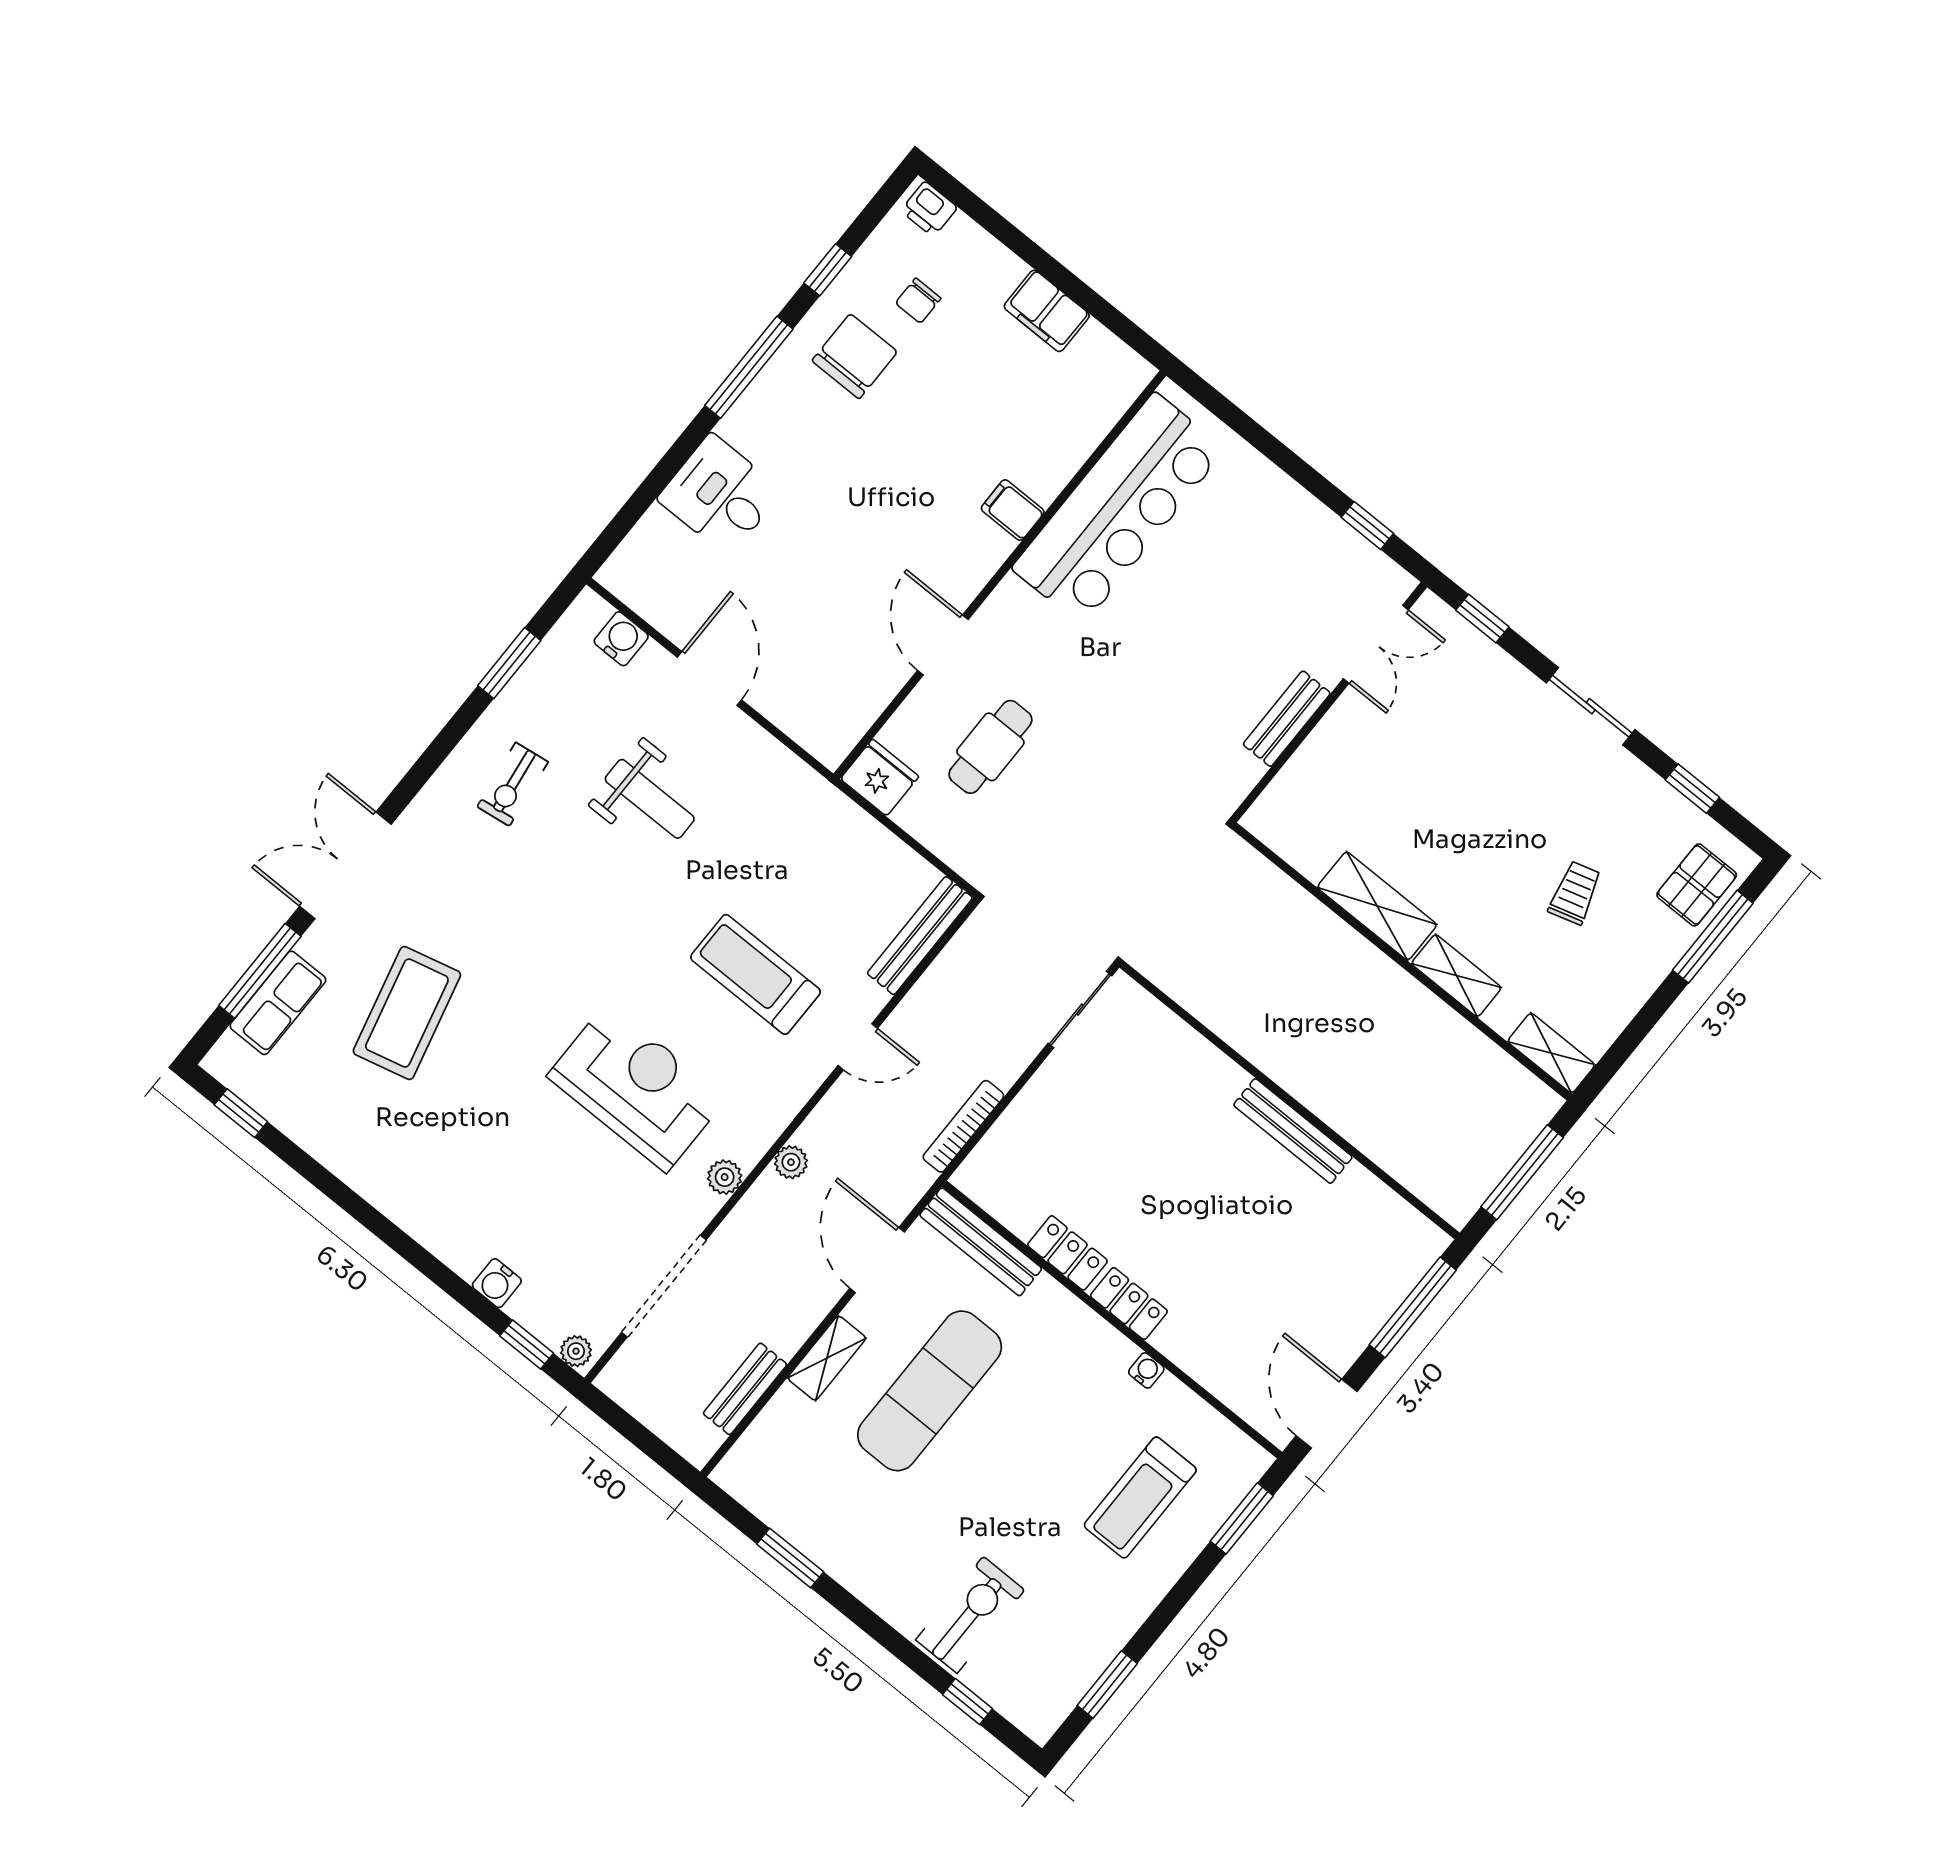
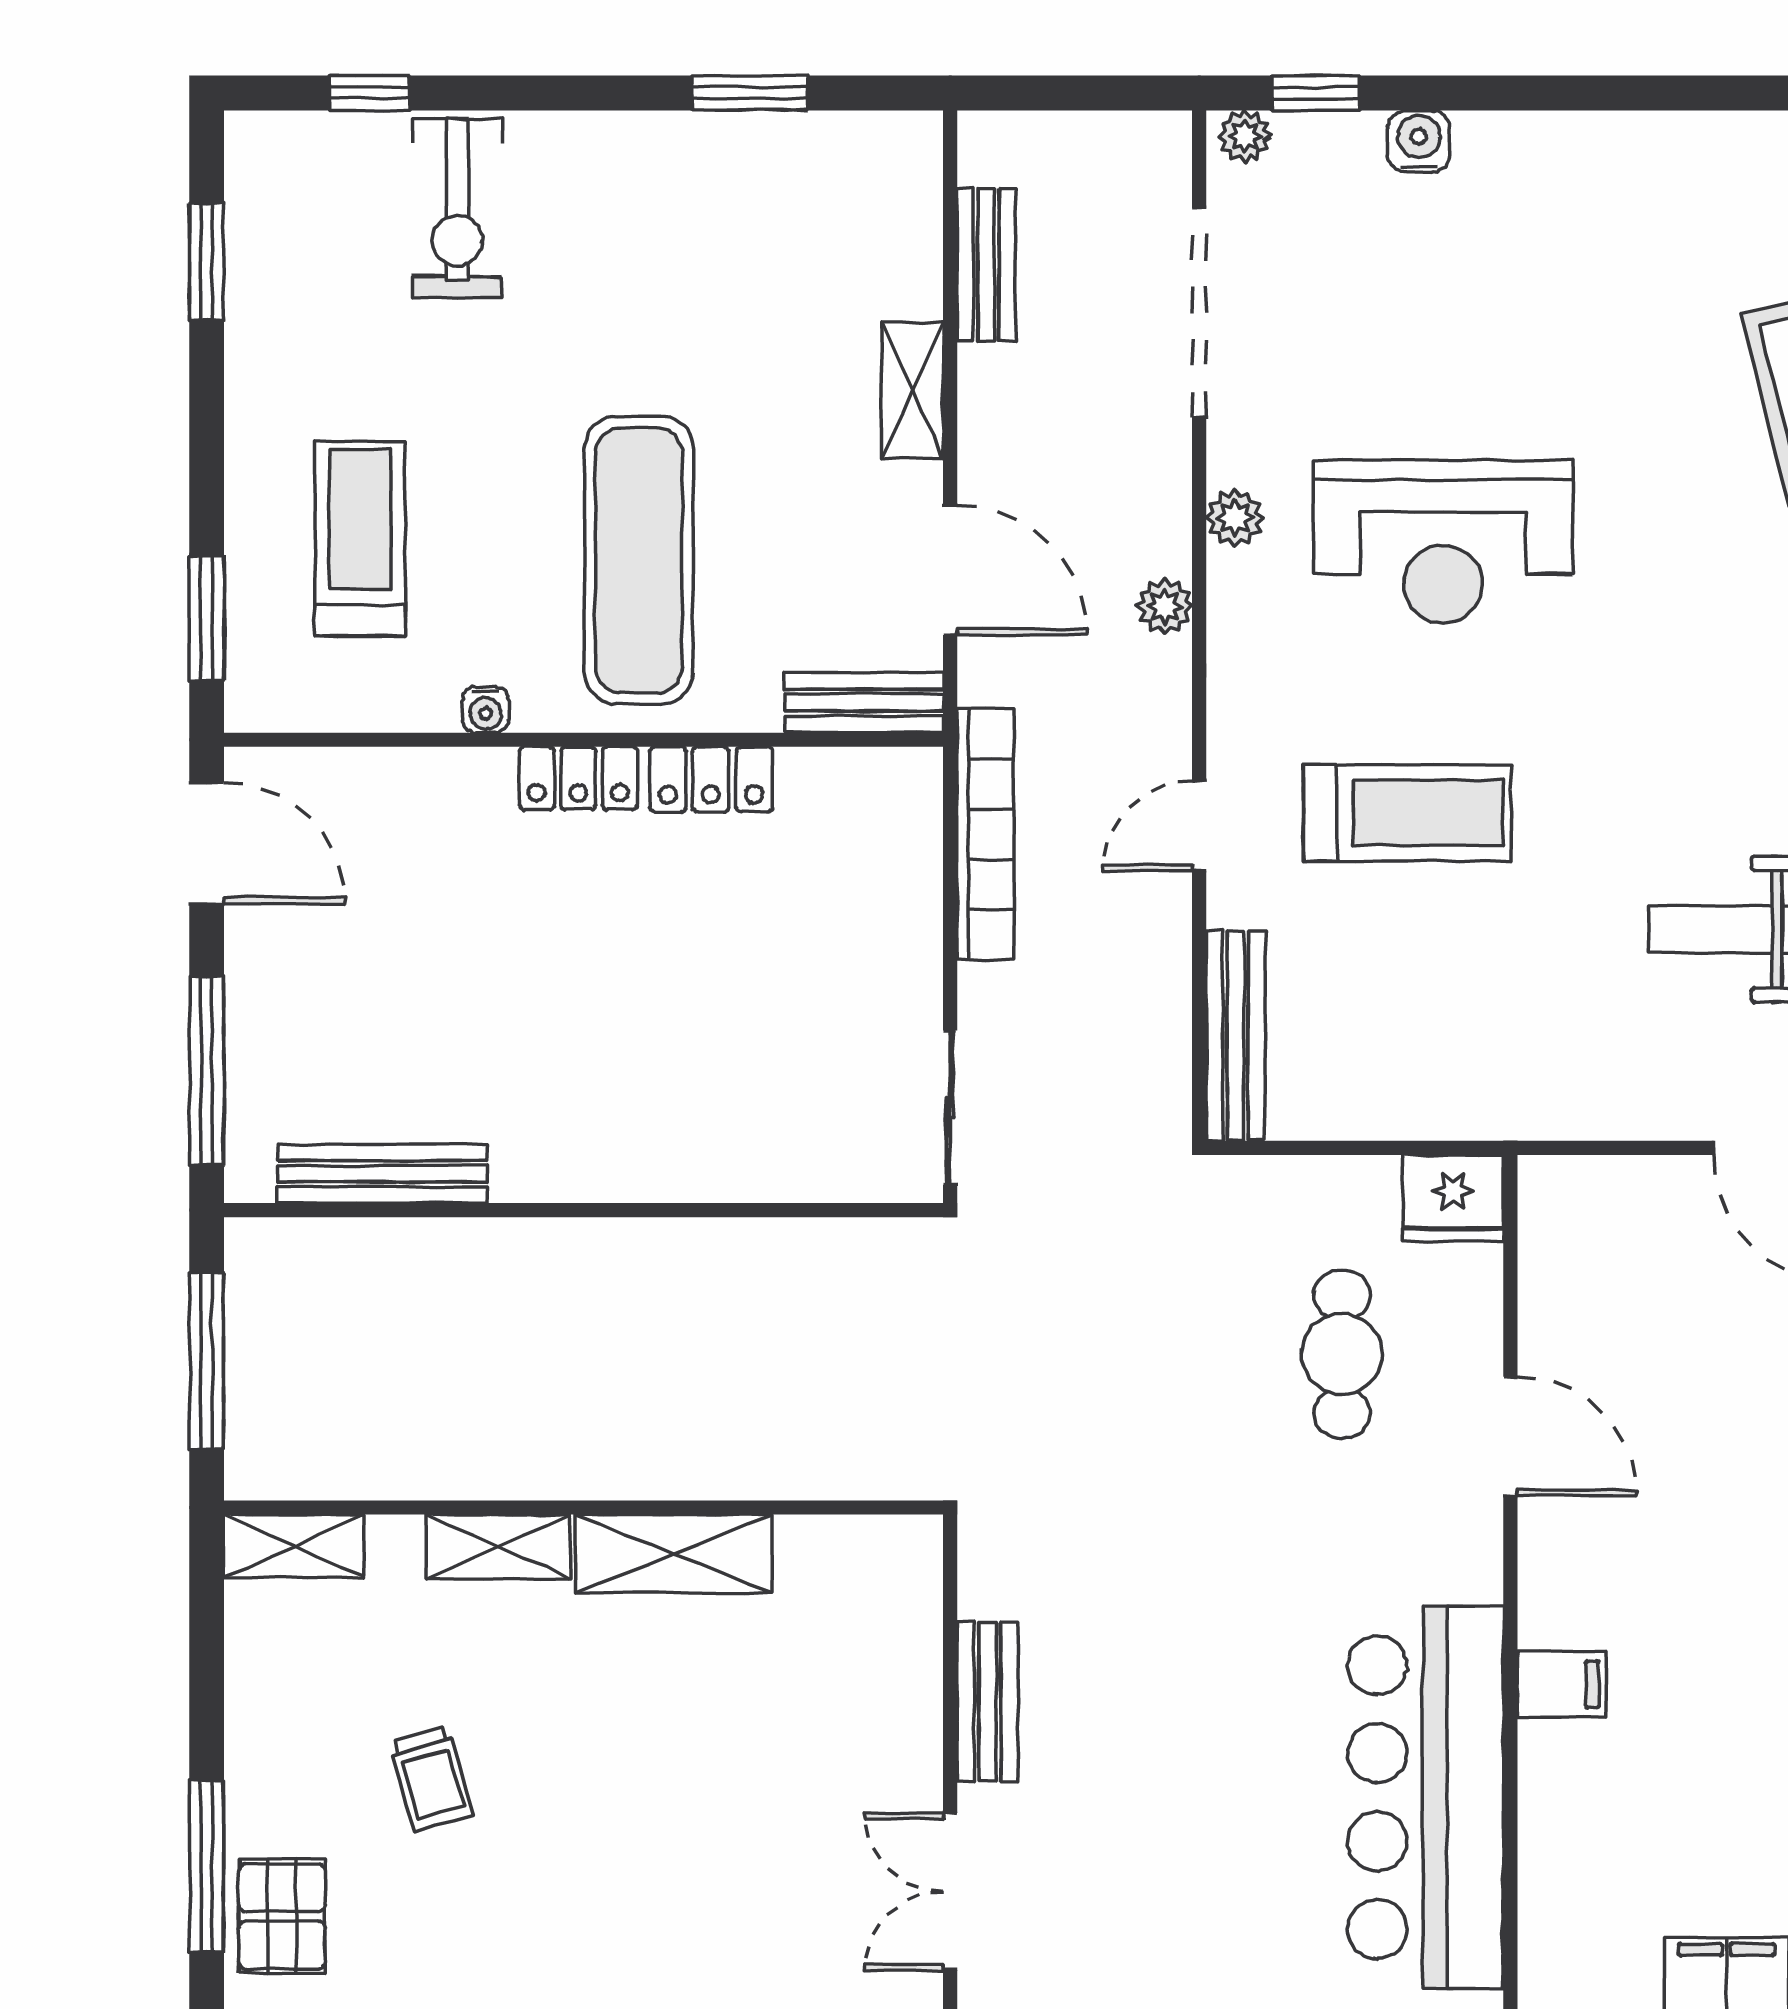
bookcase: (963, 1126) -> (985, 834), width x1.48, depth x1.31
bench: (1293, 1131) -> (383, 1174), moved
bench: (981, 1242) -> (864, 703), width x0.73
exercise mat: (930, 1391) -> (639, 560), moved

